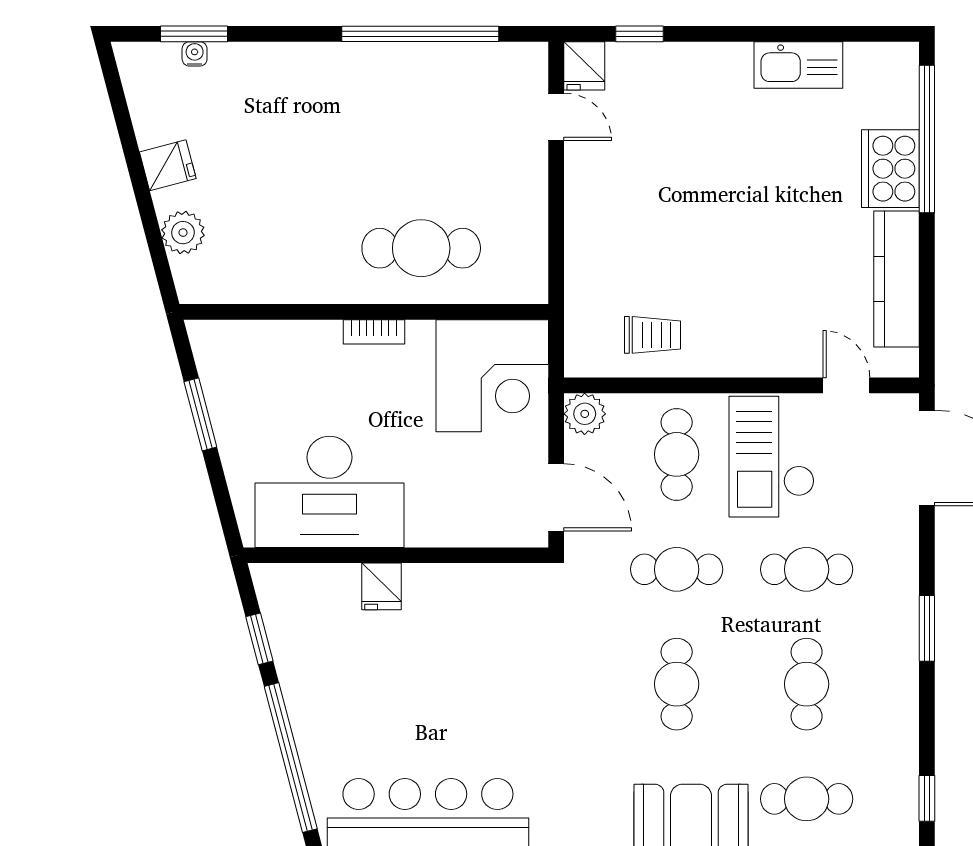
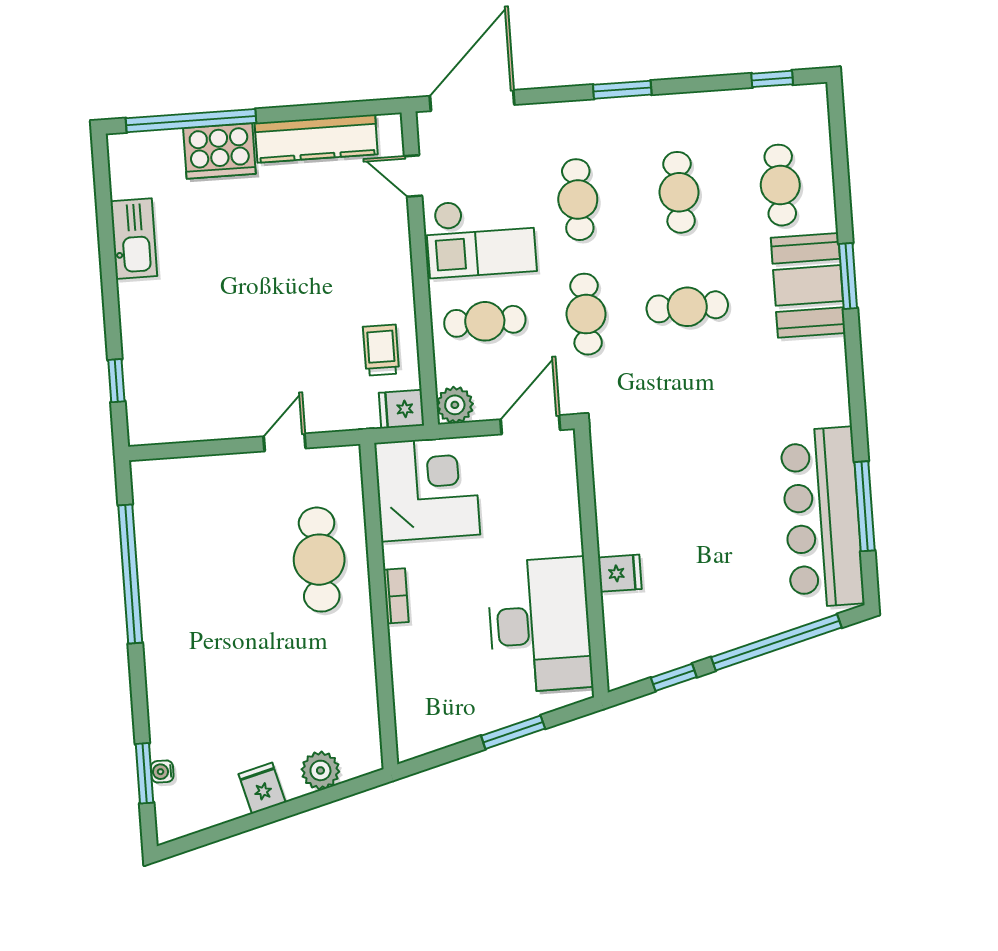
fridge: (584, 66) -> (401, 409), moved, turned 180
door: (556, 117) -> (285, 442), moved
door: (846, 385) -> (413, 176), hinge flipped
window: (200, 414) -> (513, 732), moved
cafe table: (807, 684) -> (679, 192), turned 90

